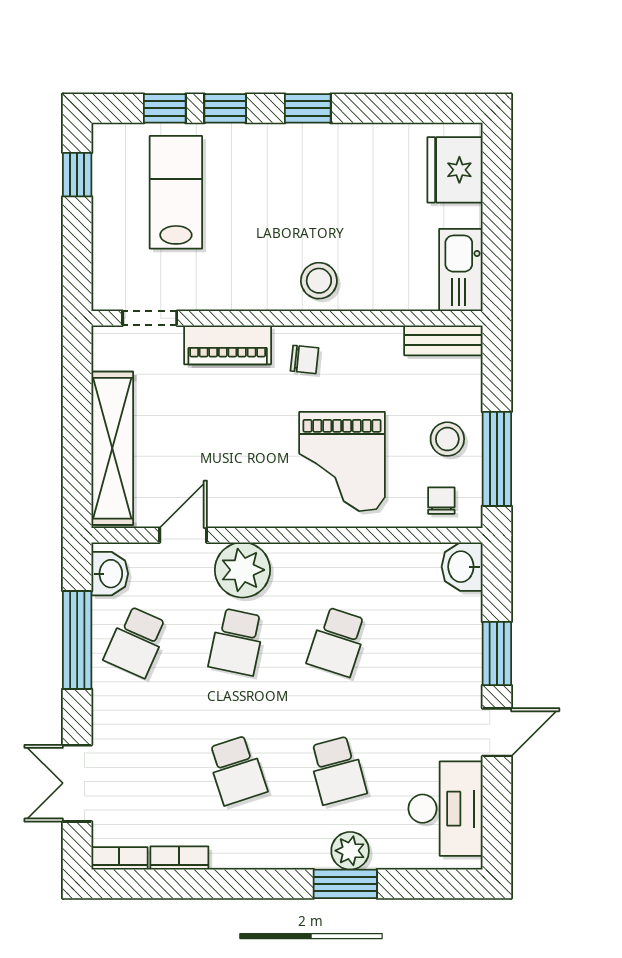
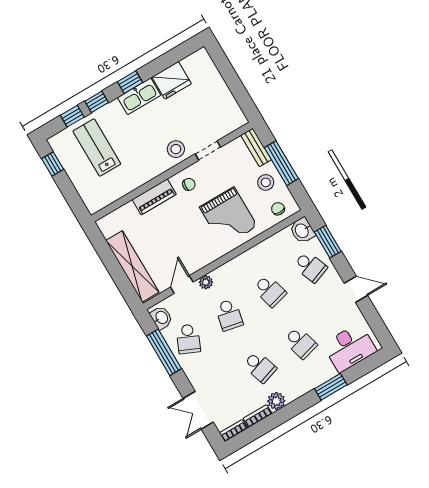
fridge: (455, 170) -> (172, 80), moved, turned -90
kitchen sink: (461, 270) -> (139, 96), moved, turned -90
doorway: (150, 318) -> (208, 151), moved
bench: (443, 340) -> (256, 147), moved, turned 90
window: (497, 459) -> (281, 163), moved
plant: (242, 570) -> (206, 282), width x0.53, depth x0.53
school desk: (337, 642) -> (270, 291), turned -33
school desk: (438, 642) -> (310, 267), added
window: (497, 653) -> (328, 242), moved
door: (497, 732) -> (356, 289), hinge flipped
desk: (446, 809) -> (350, 348), moved, turned 90
plant: (350, 851) -> (276, 401), moved

